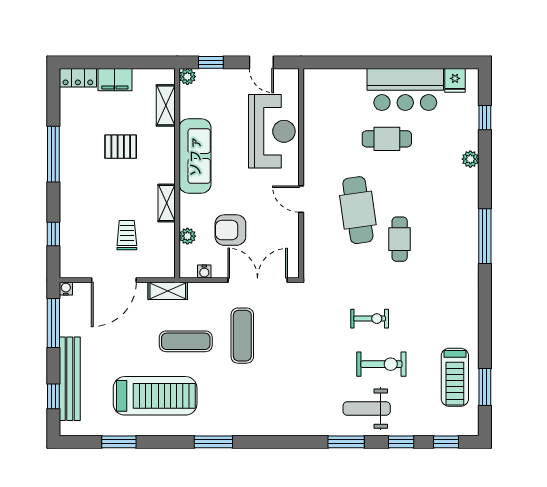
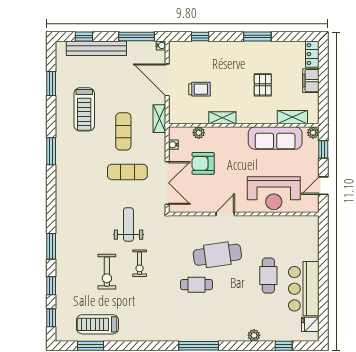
window: (53, 154) -> (257, 36), width x0.69
sofa: (195, 156) -> (275, 138), moved
armchair: (230, 230) -> (203, 163), turned -90
treadmill: (155, 396) -> (84, 109), width x0.73, depth x0.73
weight bench: (367, 409) -> (128, 224), moved

